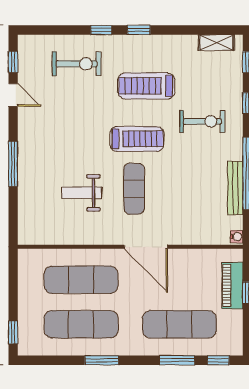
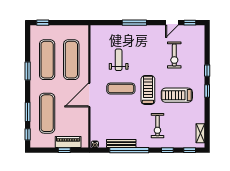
exercise bike: (77, 64) -> (174, 55), moved
treadmill: (146, 86) -> (177, 95), turned -90
treadmill: (137, 139) -> (148, 90), turned 180

